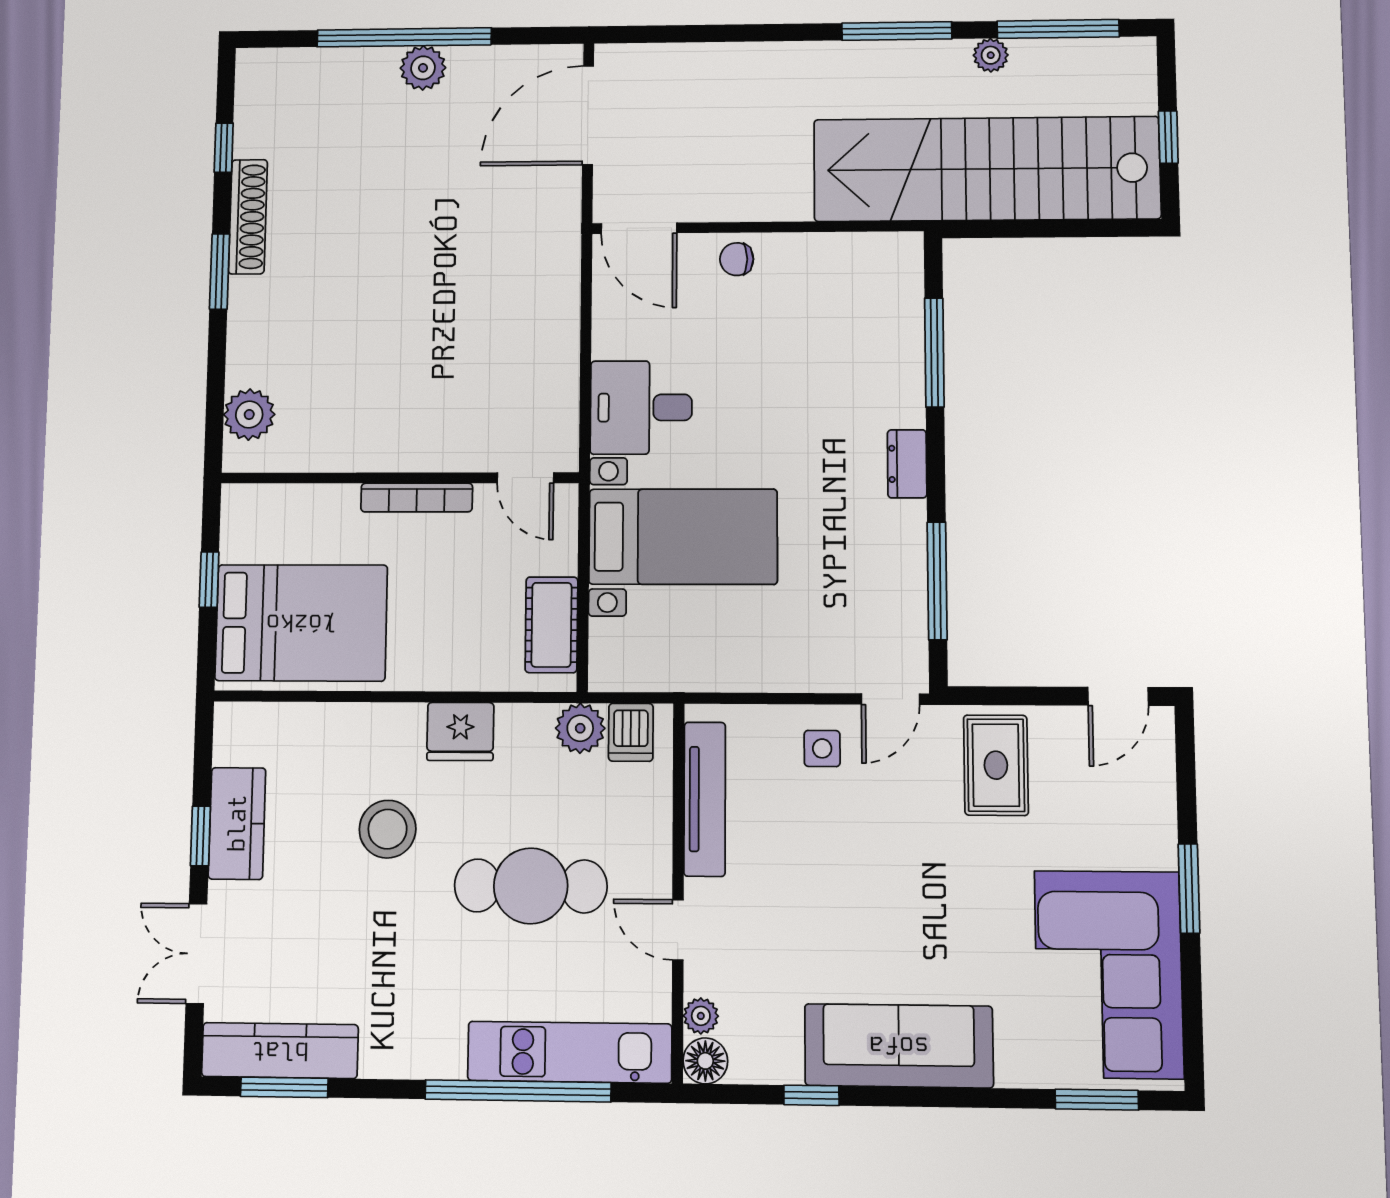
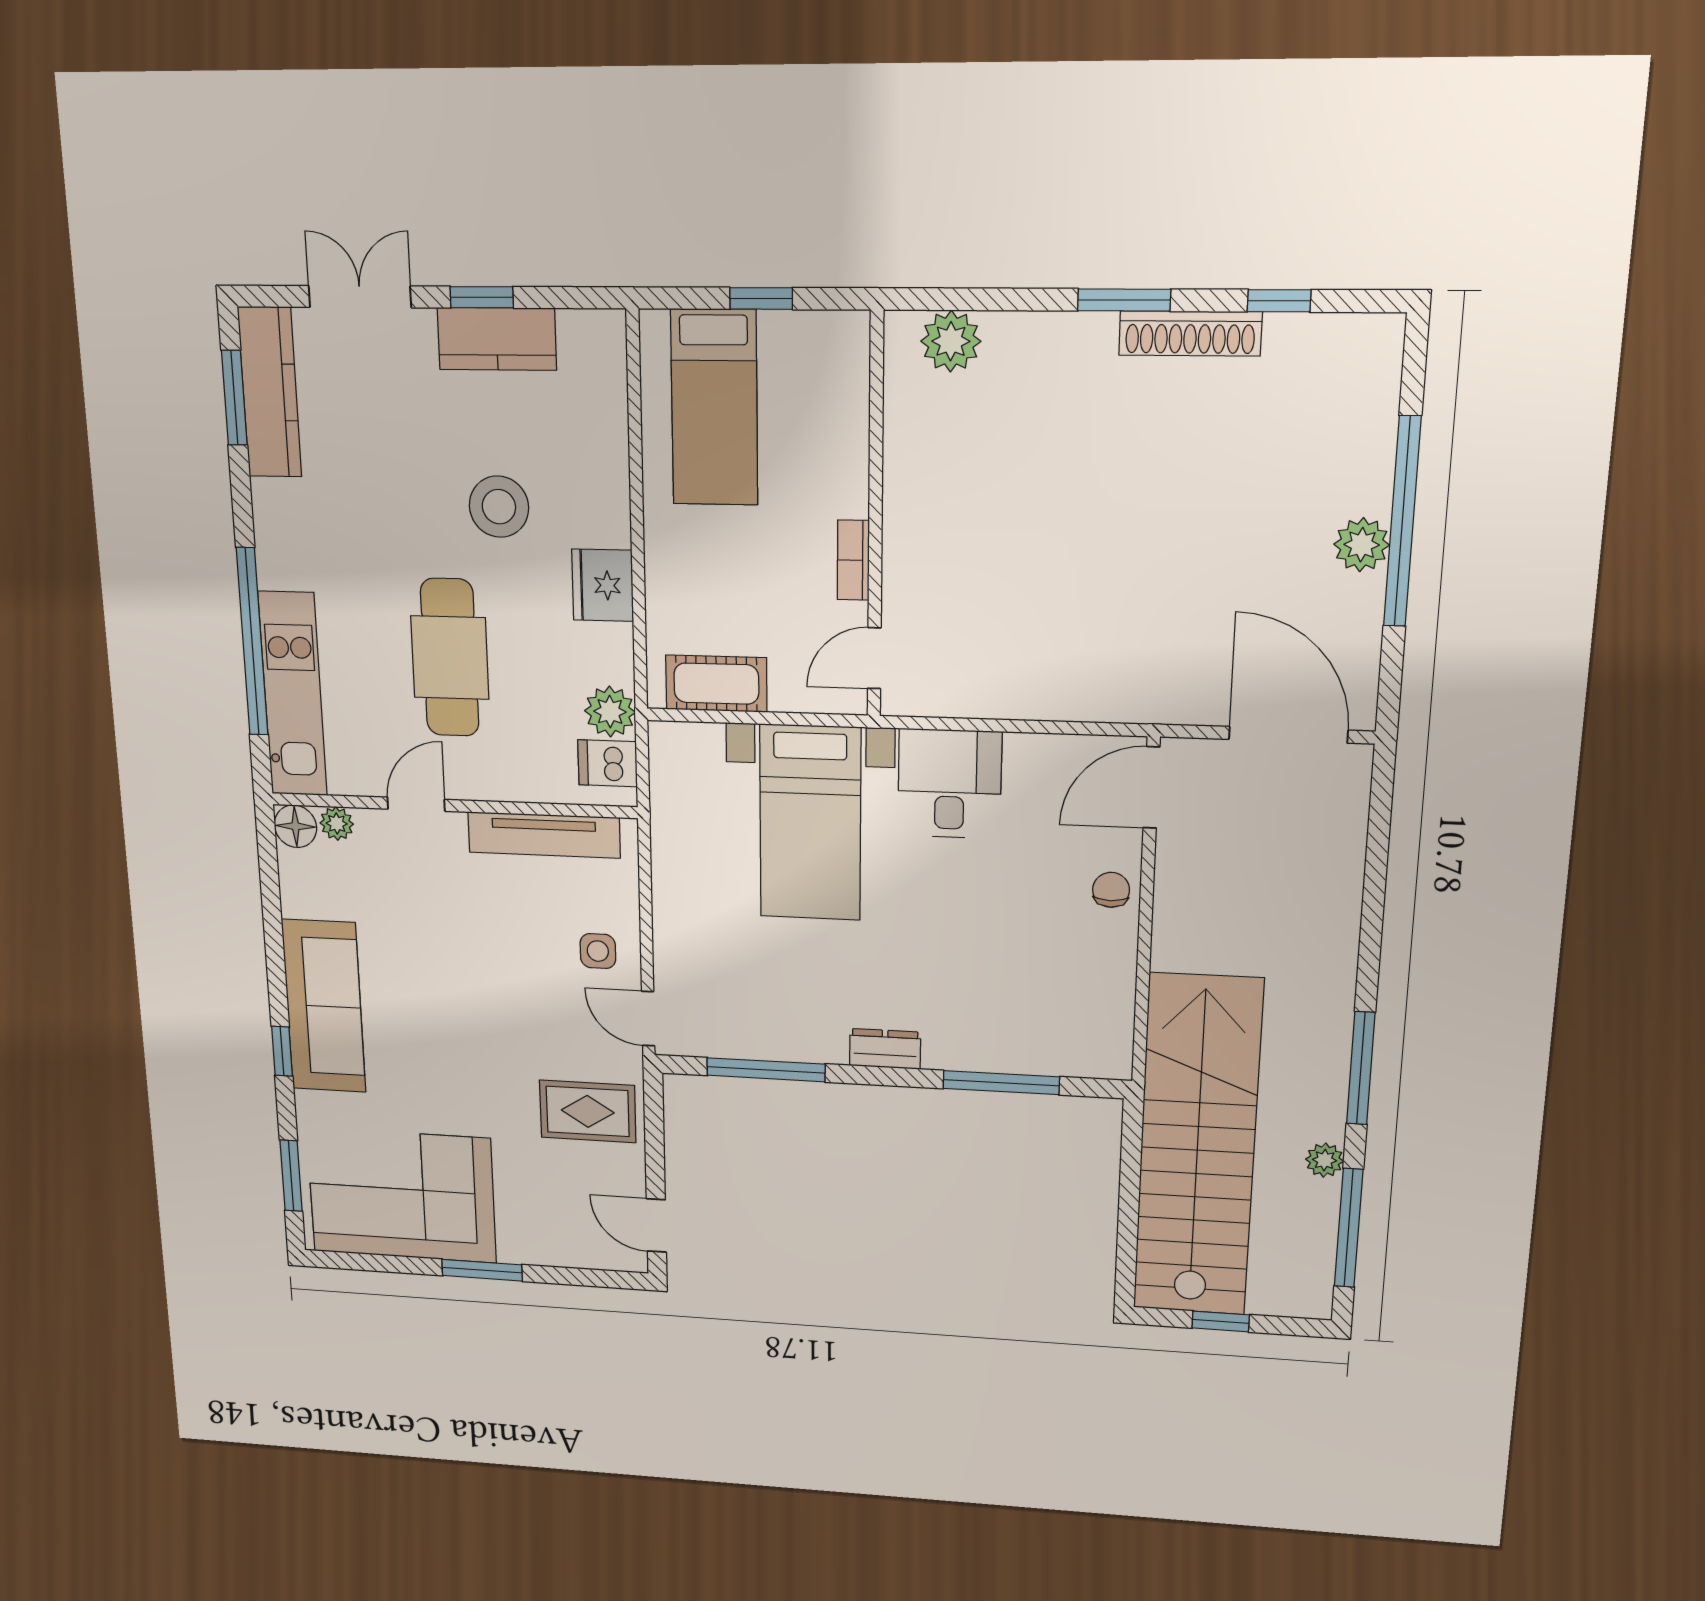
bookcase: (417, 498) -> (853, 560), width x0.64
bed: (301, 623) -> (714, 408), width x0.67
window: (811, 1095) -> (282, 1051), moved

